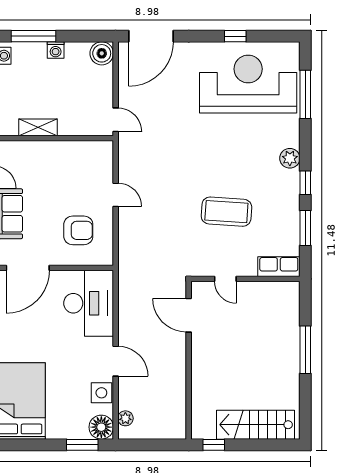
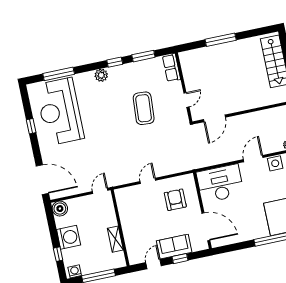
window: (33, 36) -> (58, 254), width x0.46
washing machine: (56, 50) -> (69, 237), width x1.89, depth x1.89

